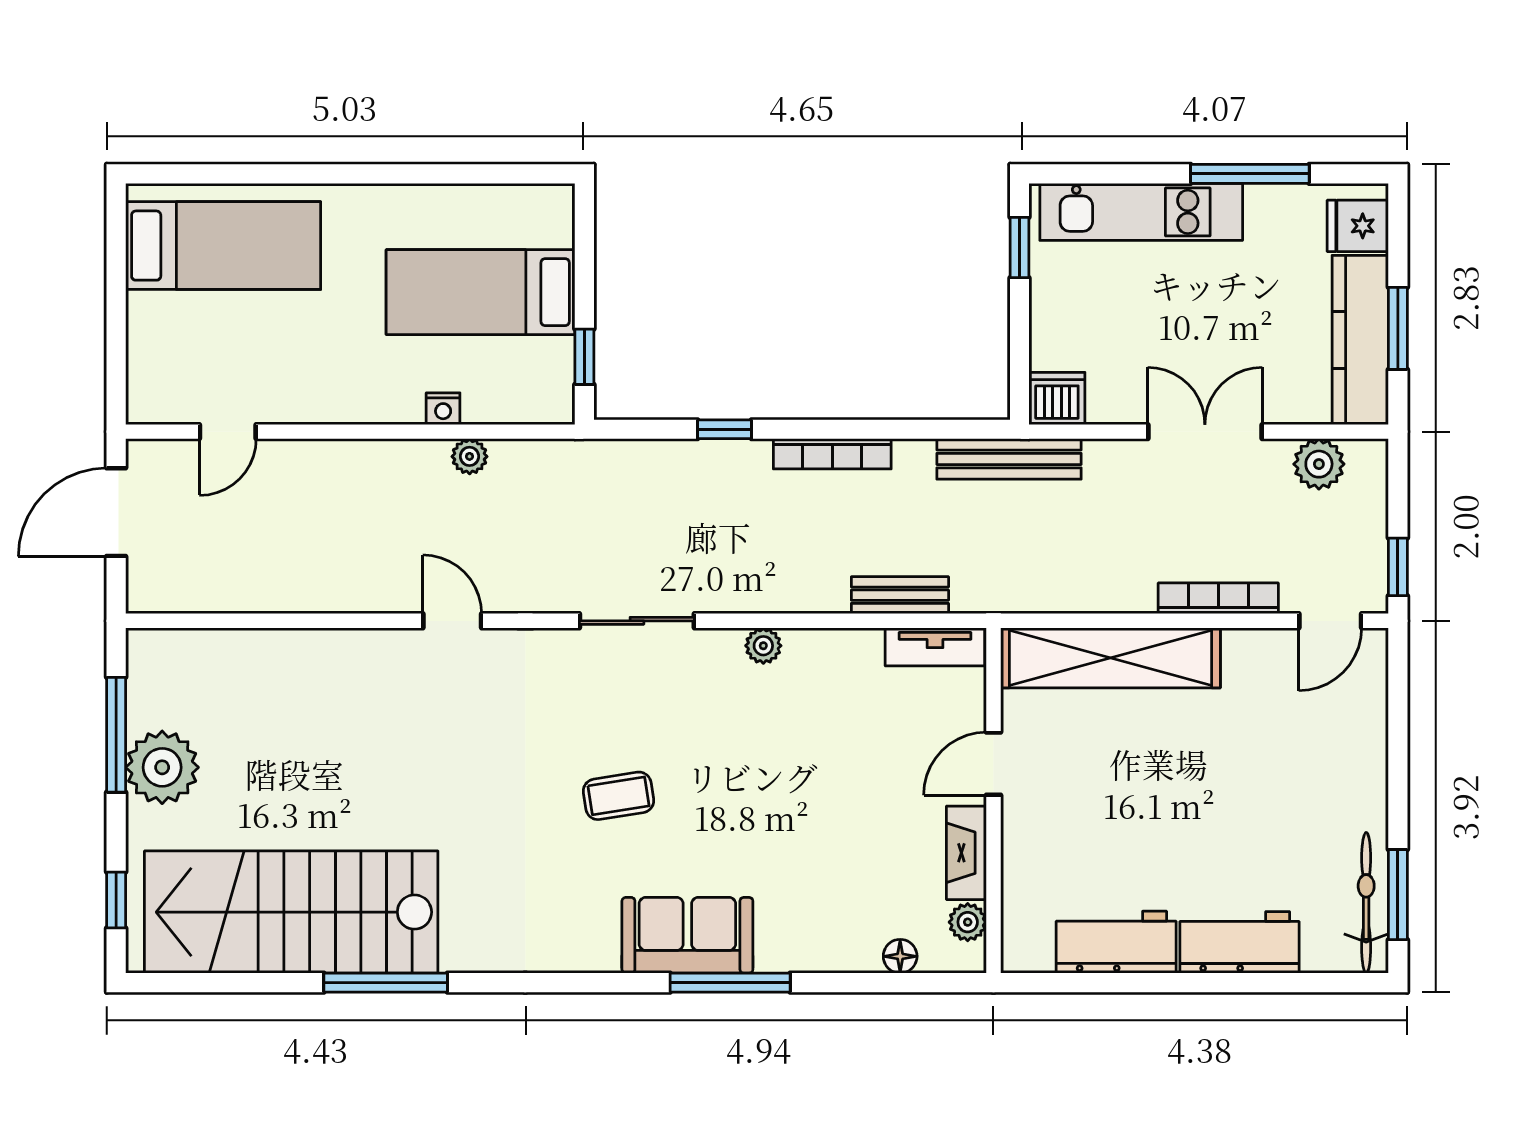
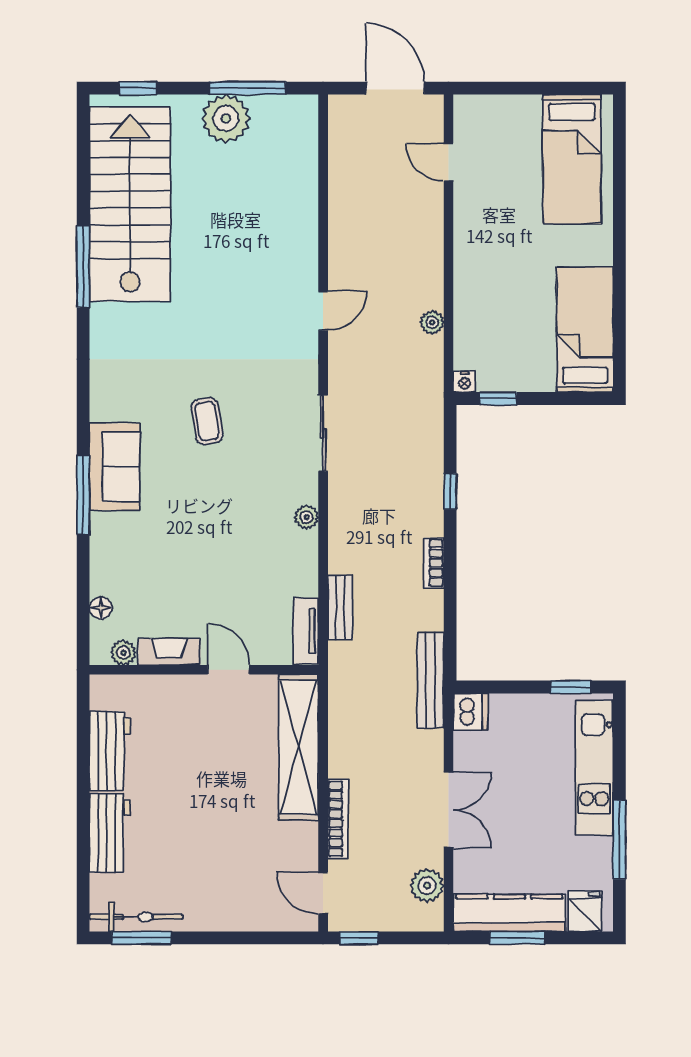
bed: (481, 292) -> (585, 330), moved
nightstand: (443, 409) -> (464, 382), moved, turned -90
bookcase: (832, 454) -> (434, 563), width x0.64

